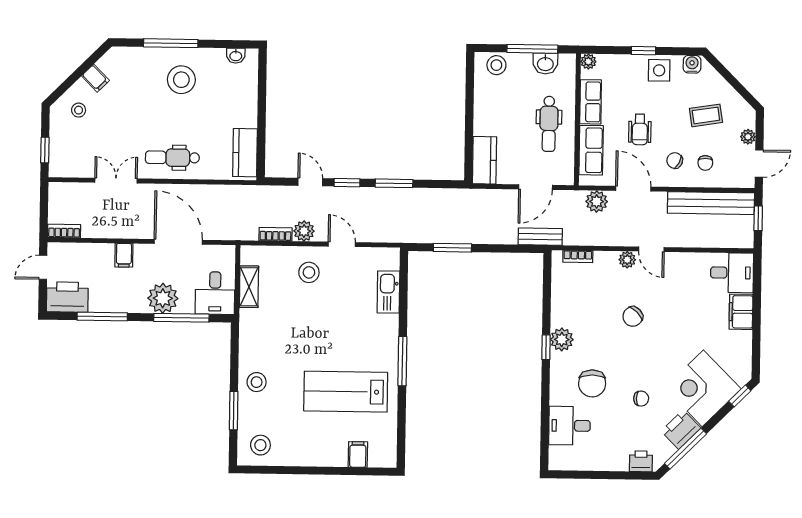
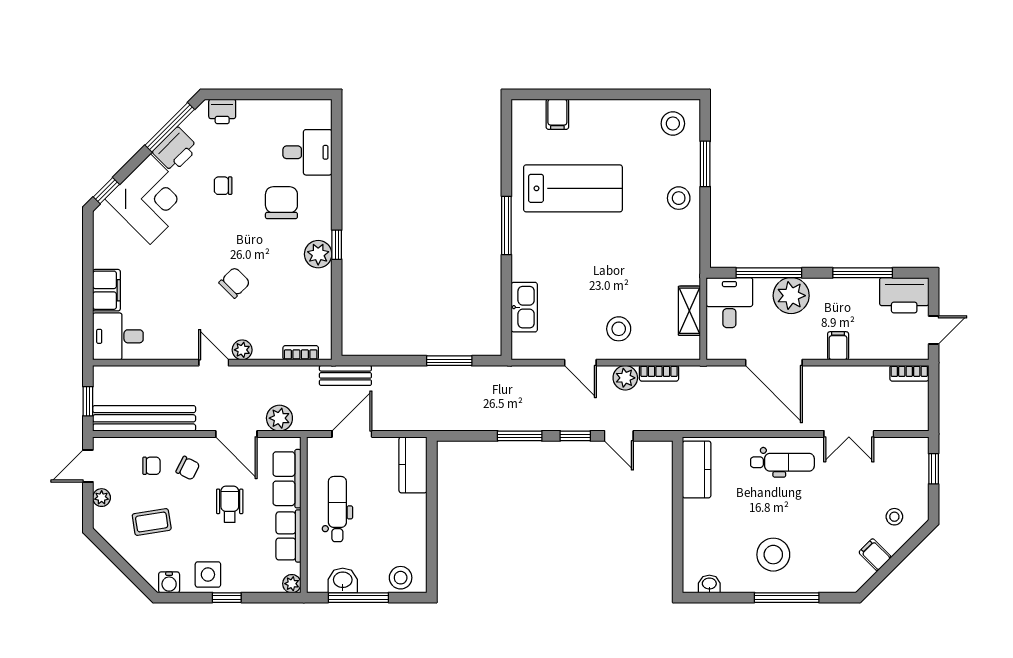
chair: (705, 163) -> (152, 466), turned 90

